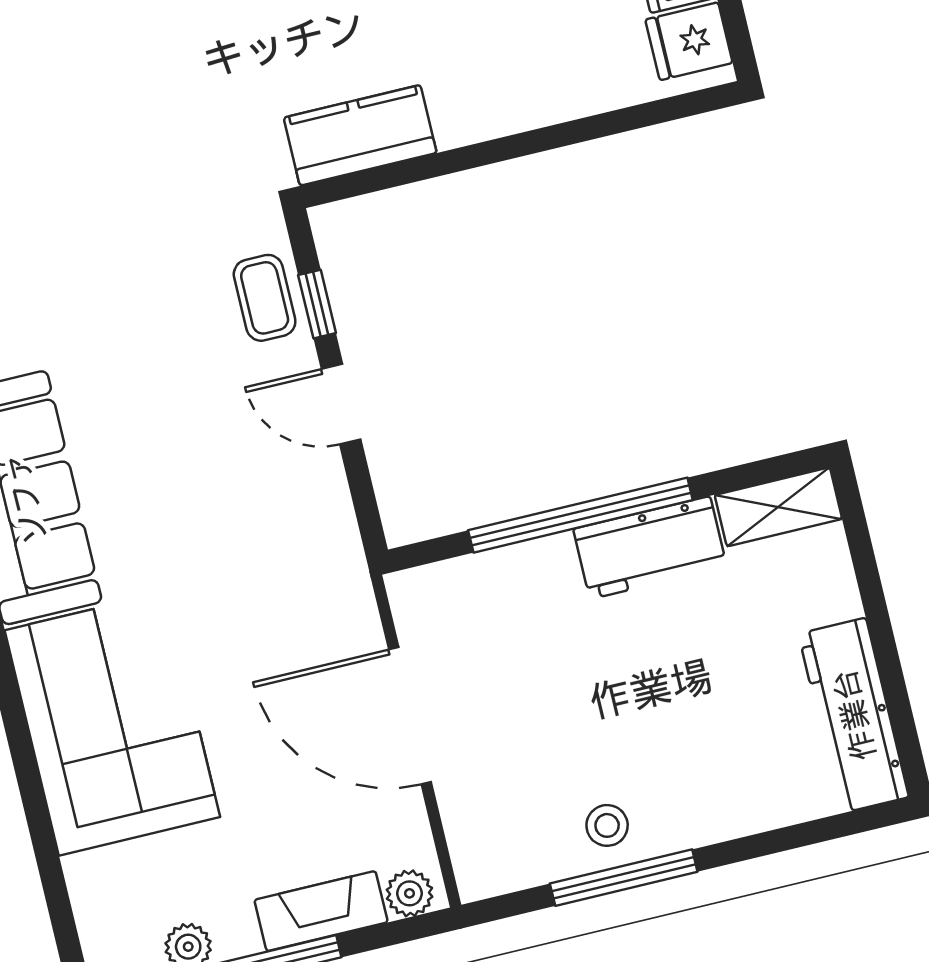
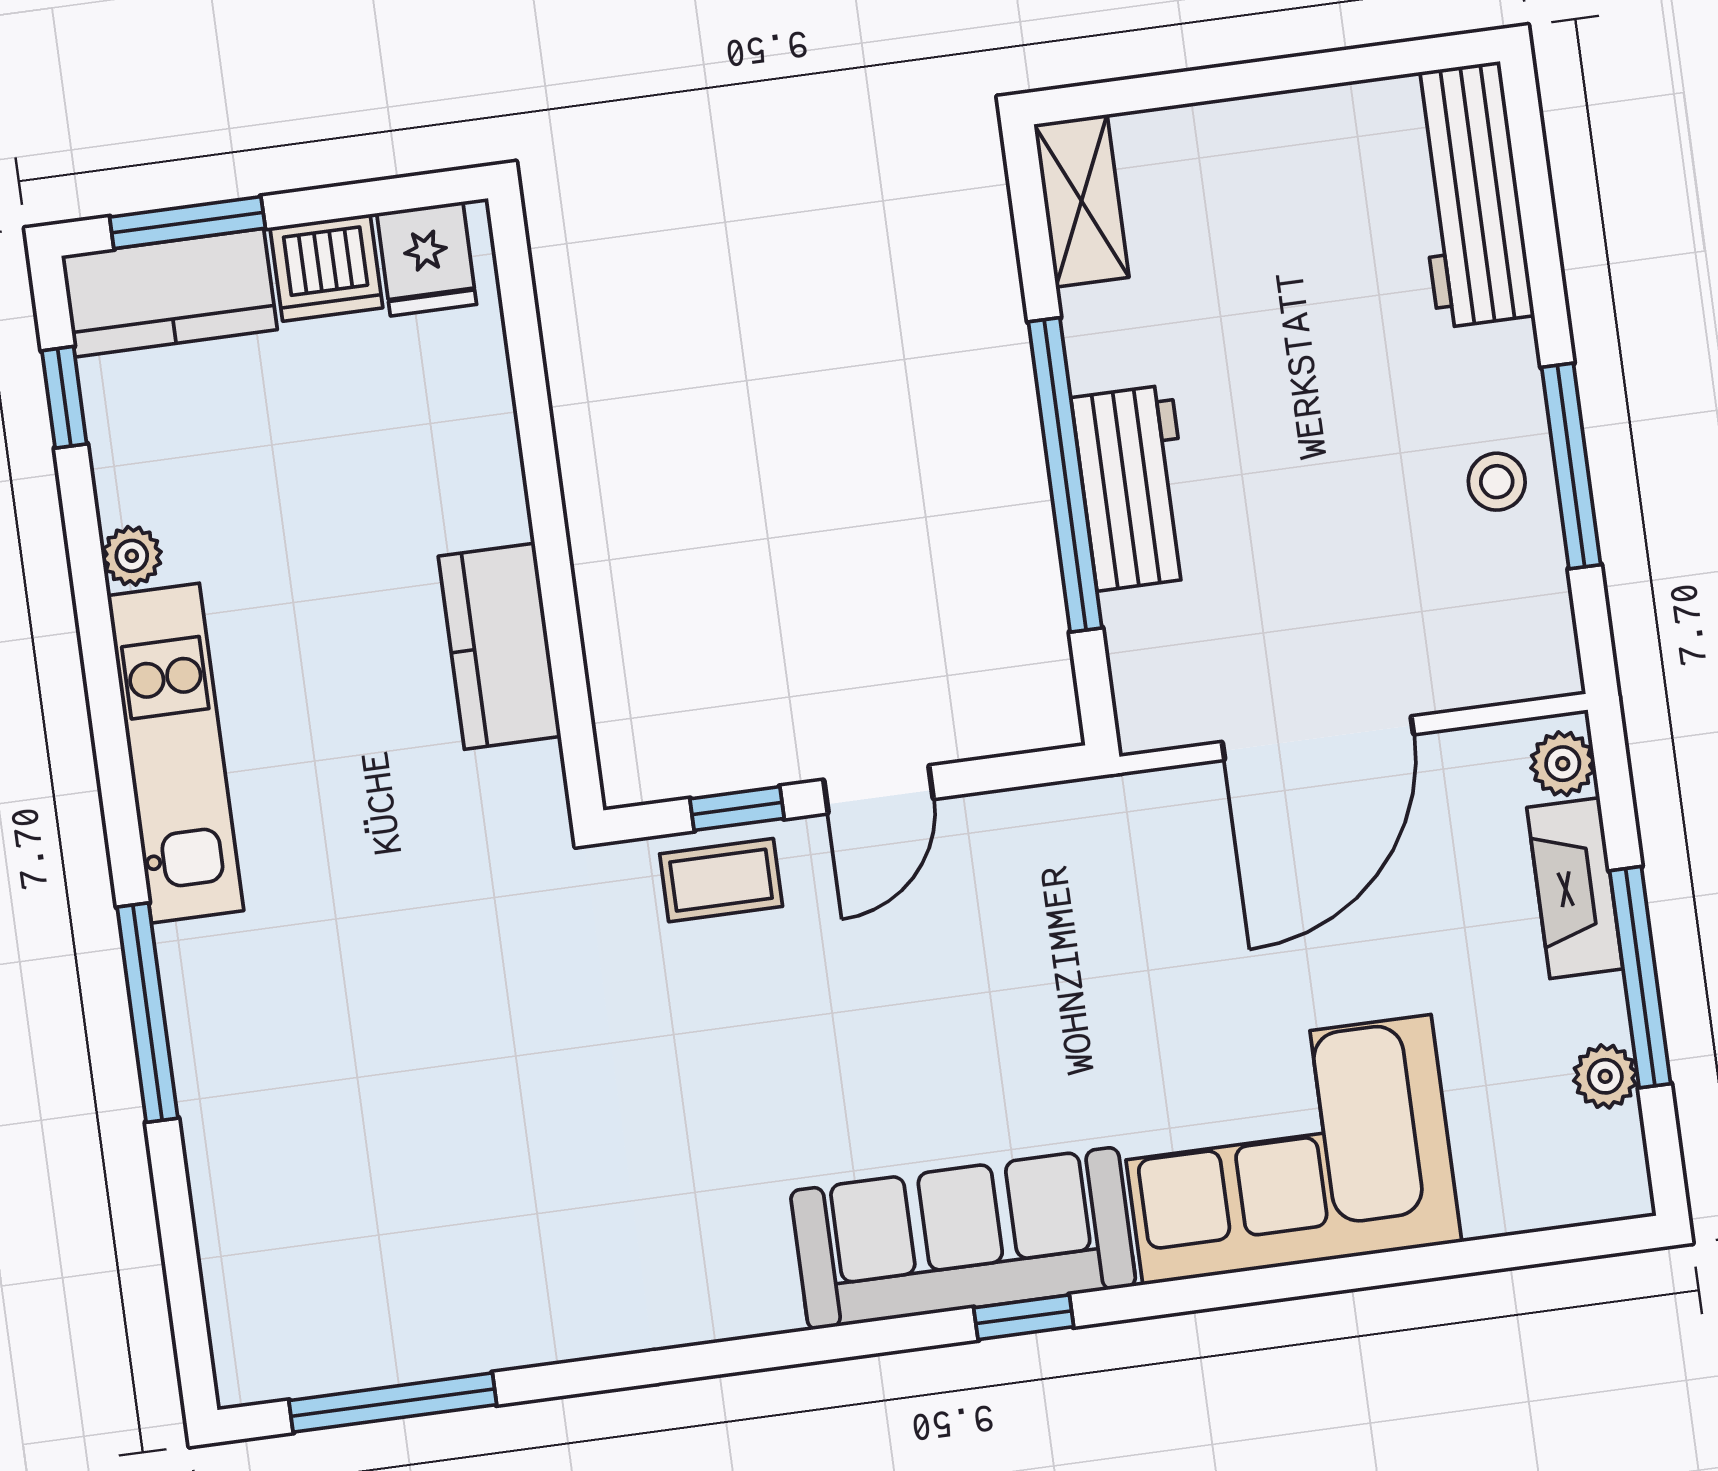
kitchen counter: (360, 135) -> (500, 646), moved
workbench: (650, 548) -> (1134, 488), moved
workbench: (854, 715) -> (1470, 195), moved, turned 90

